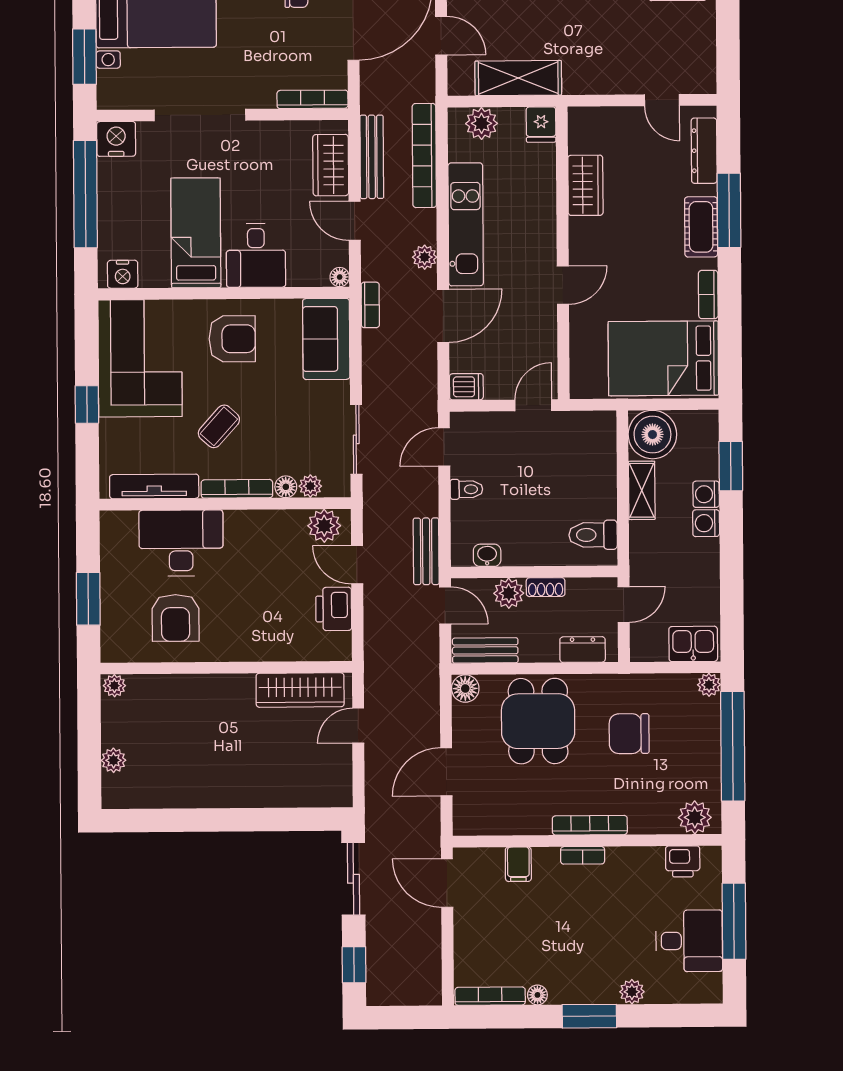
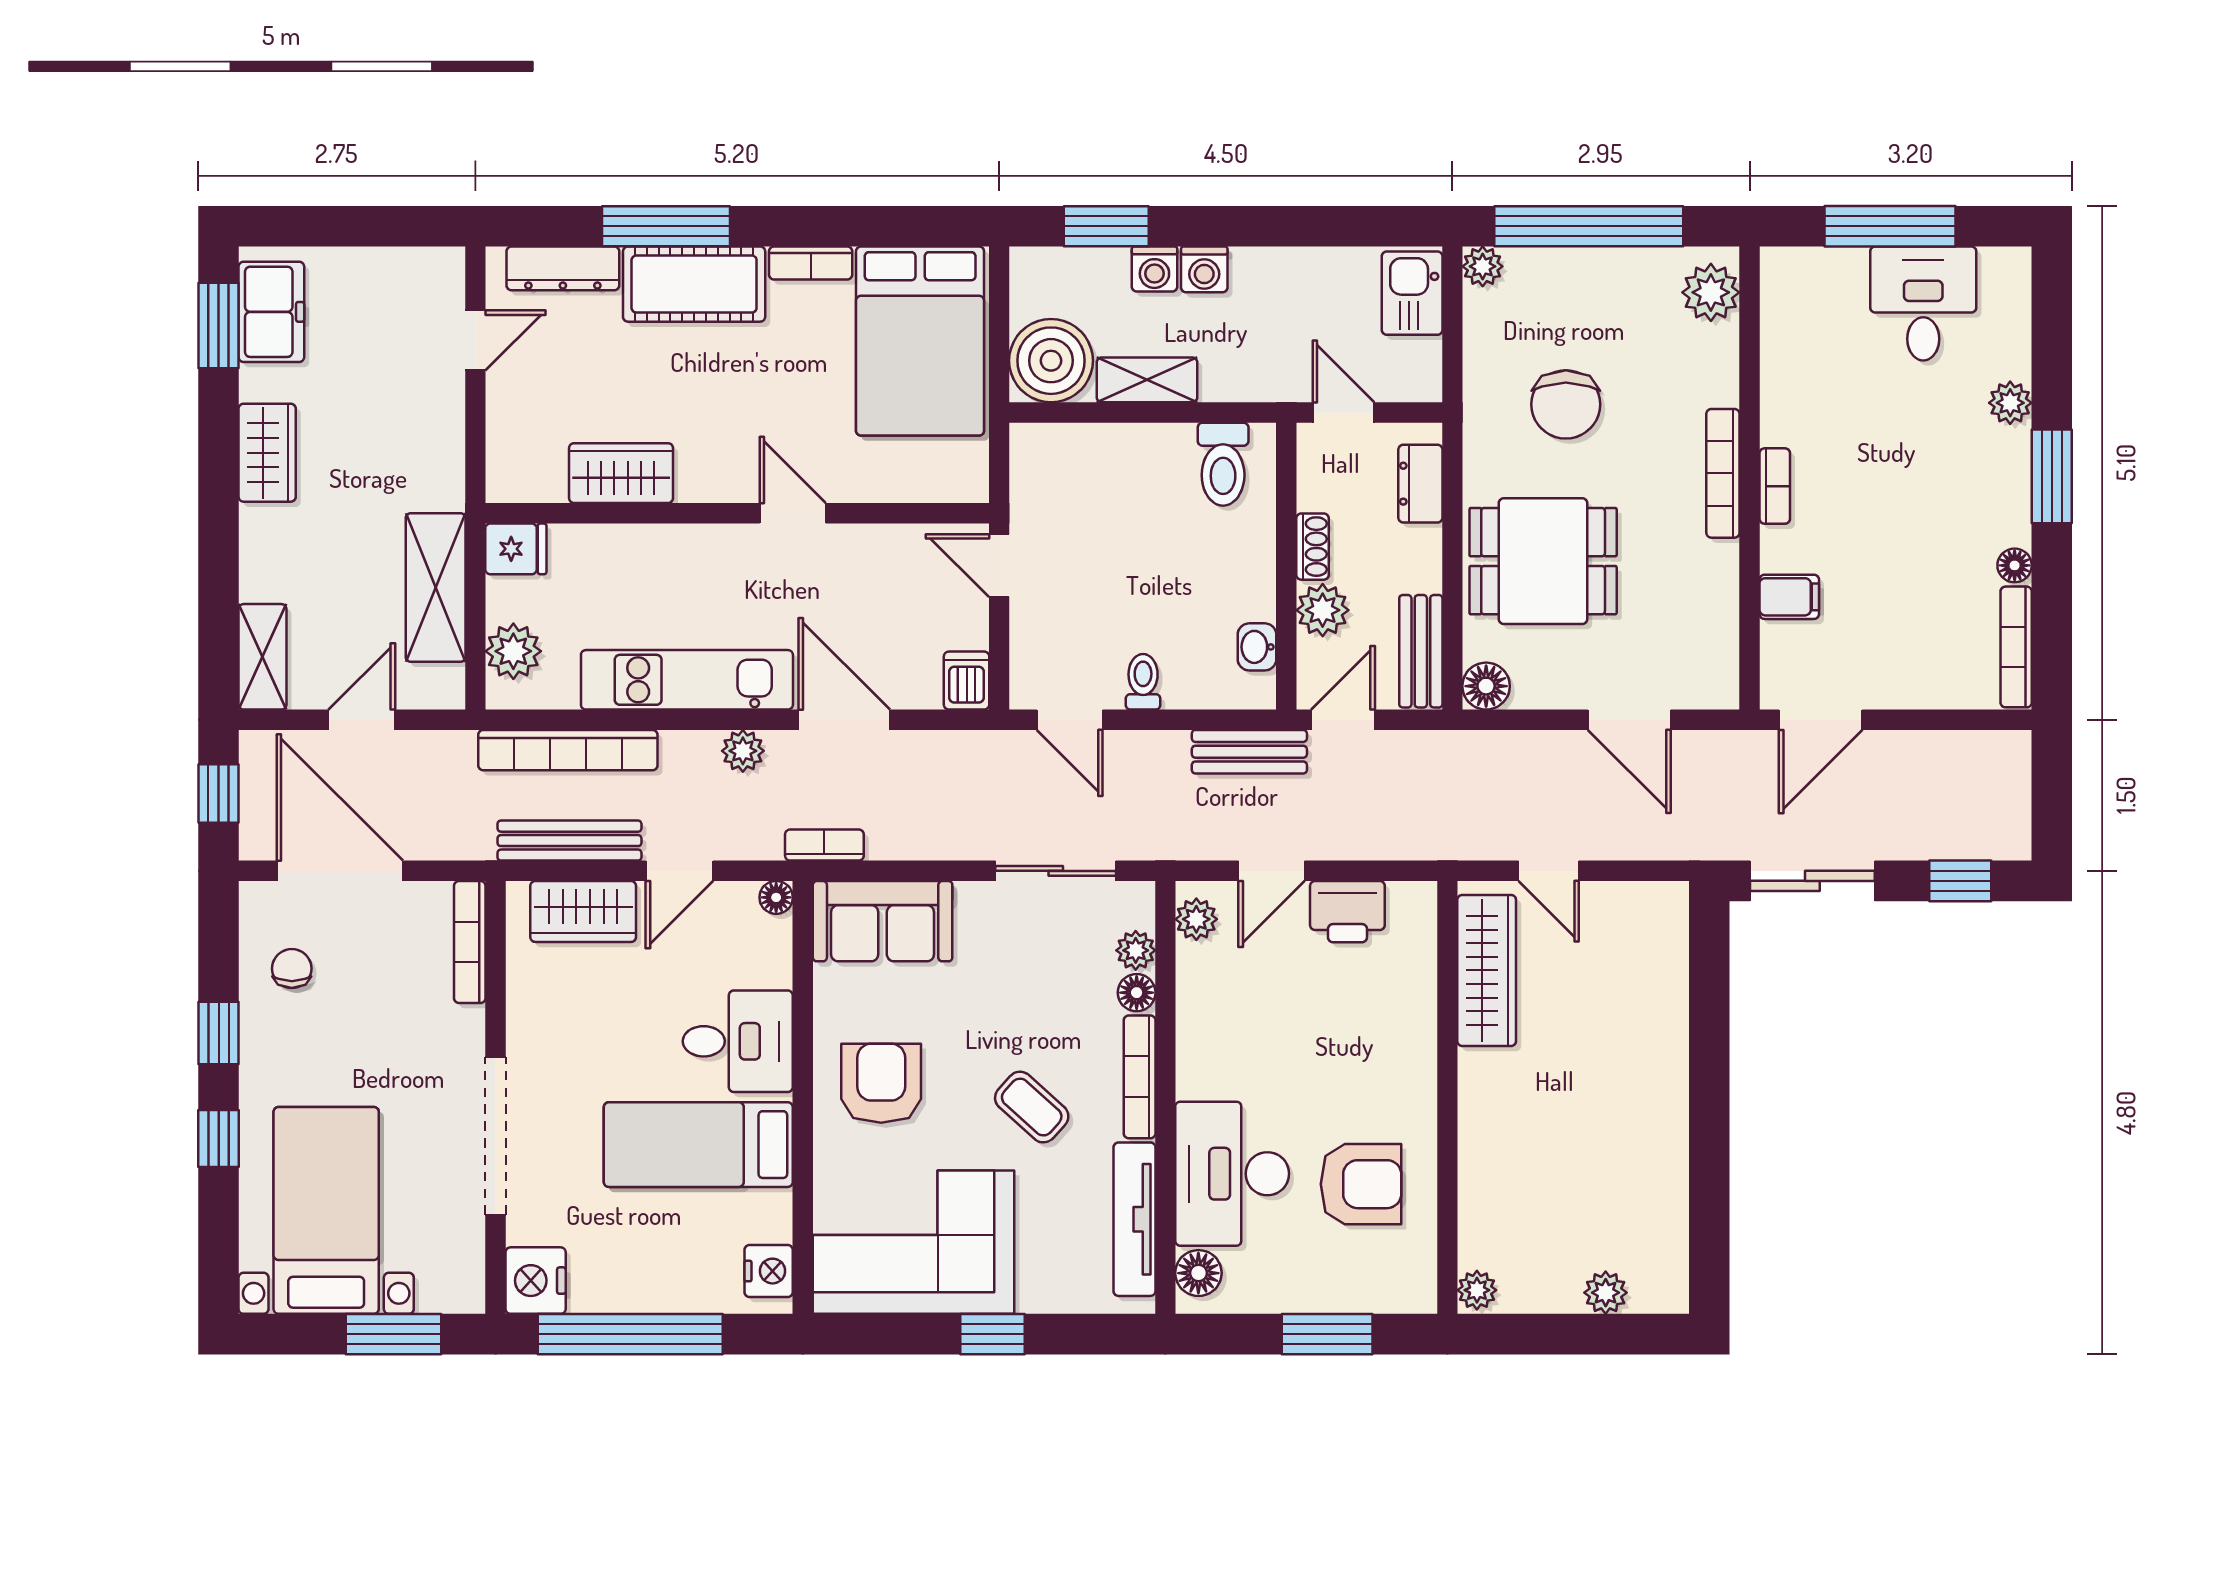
cot: (701, 227) -> (694, 284), width x1.37, depth x1.34
floor lamp: (123, 524) -> (1198, 1273), added
plant: (324, 526) -> (1196, 919), width x0.73, depth x0.73
printer: (683, 861) -> (1786, 314), removed

